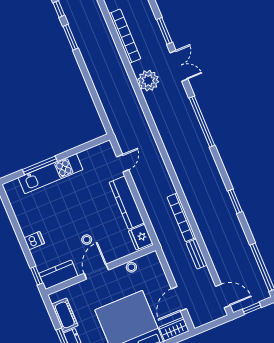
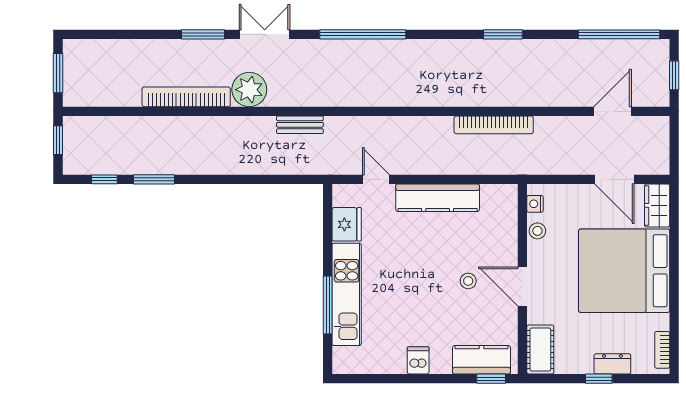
plant: (148, 81) -> (249, 90), moved
fridge: (141, 237) -> (347, 224), moved, turned -90
dishwasher: (34, 241) -> (418, 360), moved
bench: (197, 254) -> (300, 125), moved
nightstand: (146, 259) -> (535, 204), added
kitchen counter: (58, 275) -> (482, 360), moved, turned 90
door: (223, 296) -> (612, 111), moved
cot: (65, 315) -> (540, 349), moved, turned 90

